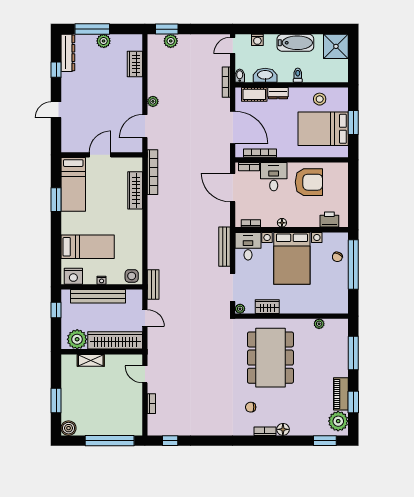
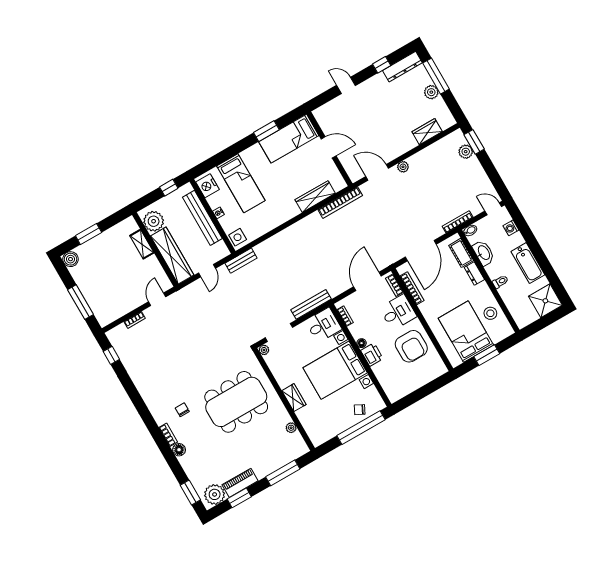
printer: (329, 220) -> (372, 355), moved
wardrobe: (267, 307) -> (294, 398), moved
window: (110, 441) -> (80, 302), width x0.68

